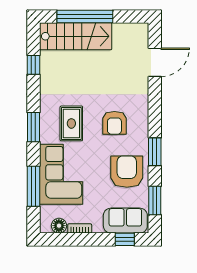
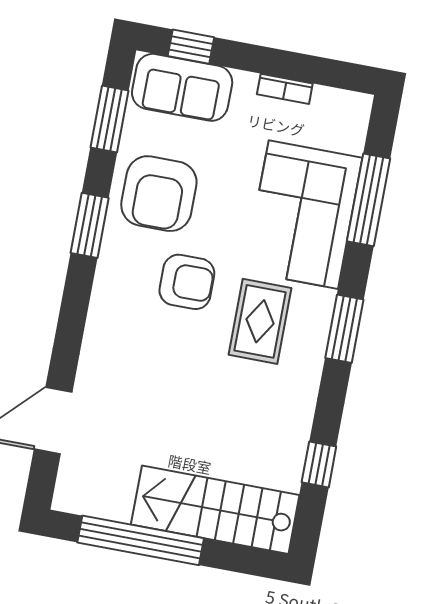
window: (85, 16) -> (141, 540), moved
armchair: (114, 123) -> (187, 282), moved, turned 90
floor lamp: (59, 226) -> (329, 103), removed

